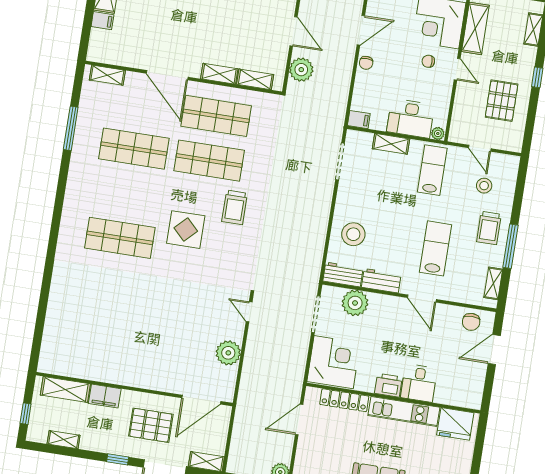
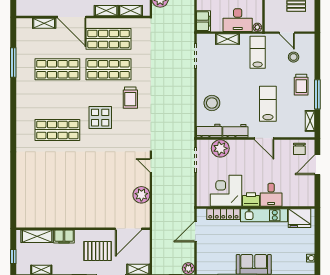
shelving: (107, 75) -> (44, 23), moved
filing cabinet: (359, 120) -> (203, 21), width x2.00
corner desk: (334, 362) -> (226, 191), moved, turned -90

